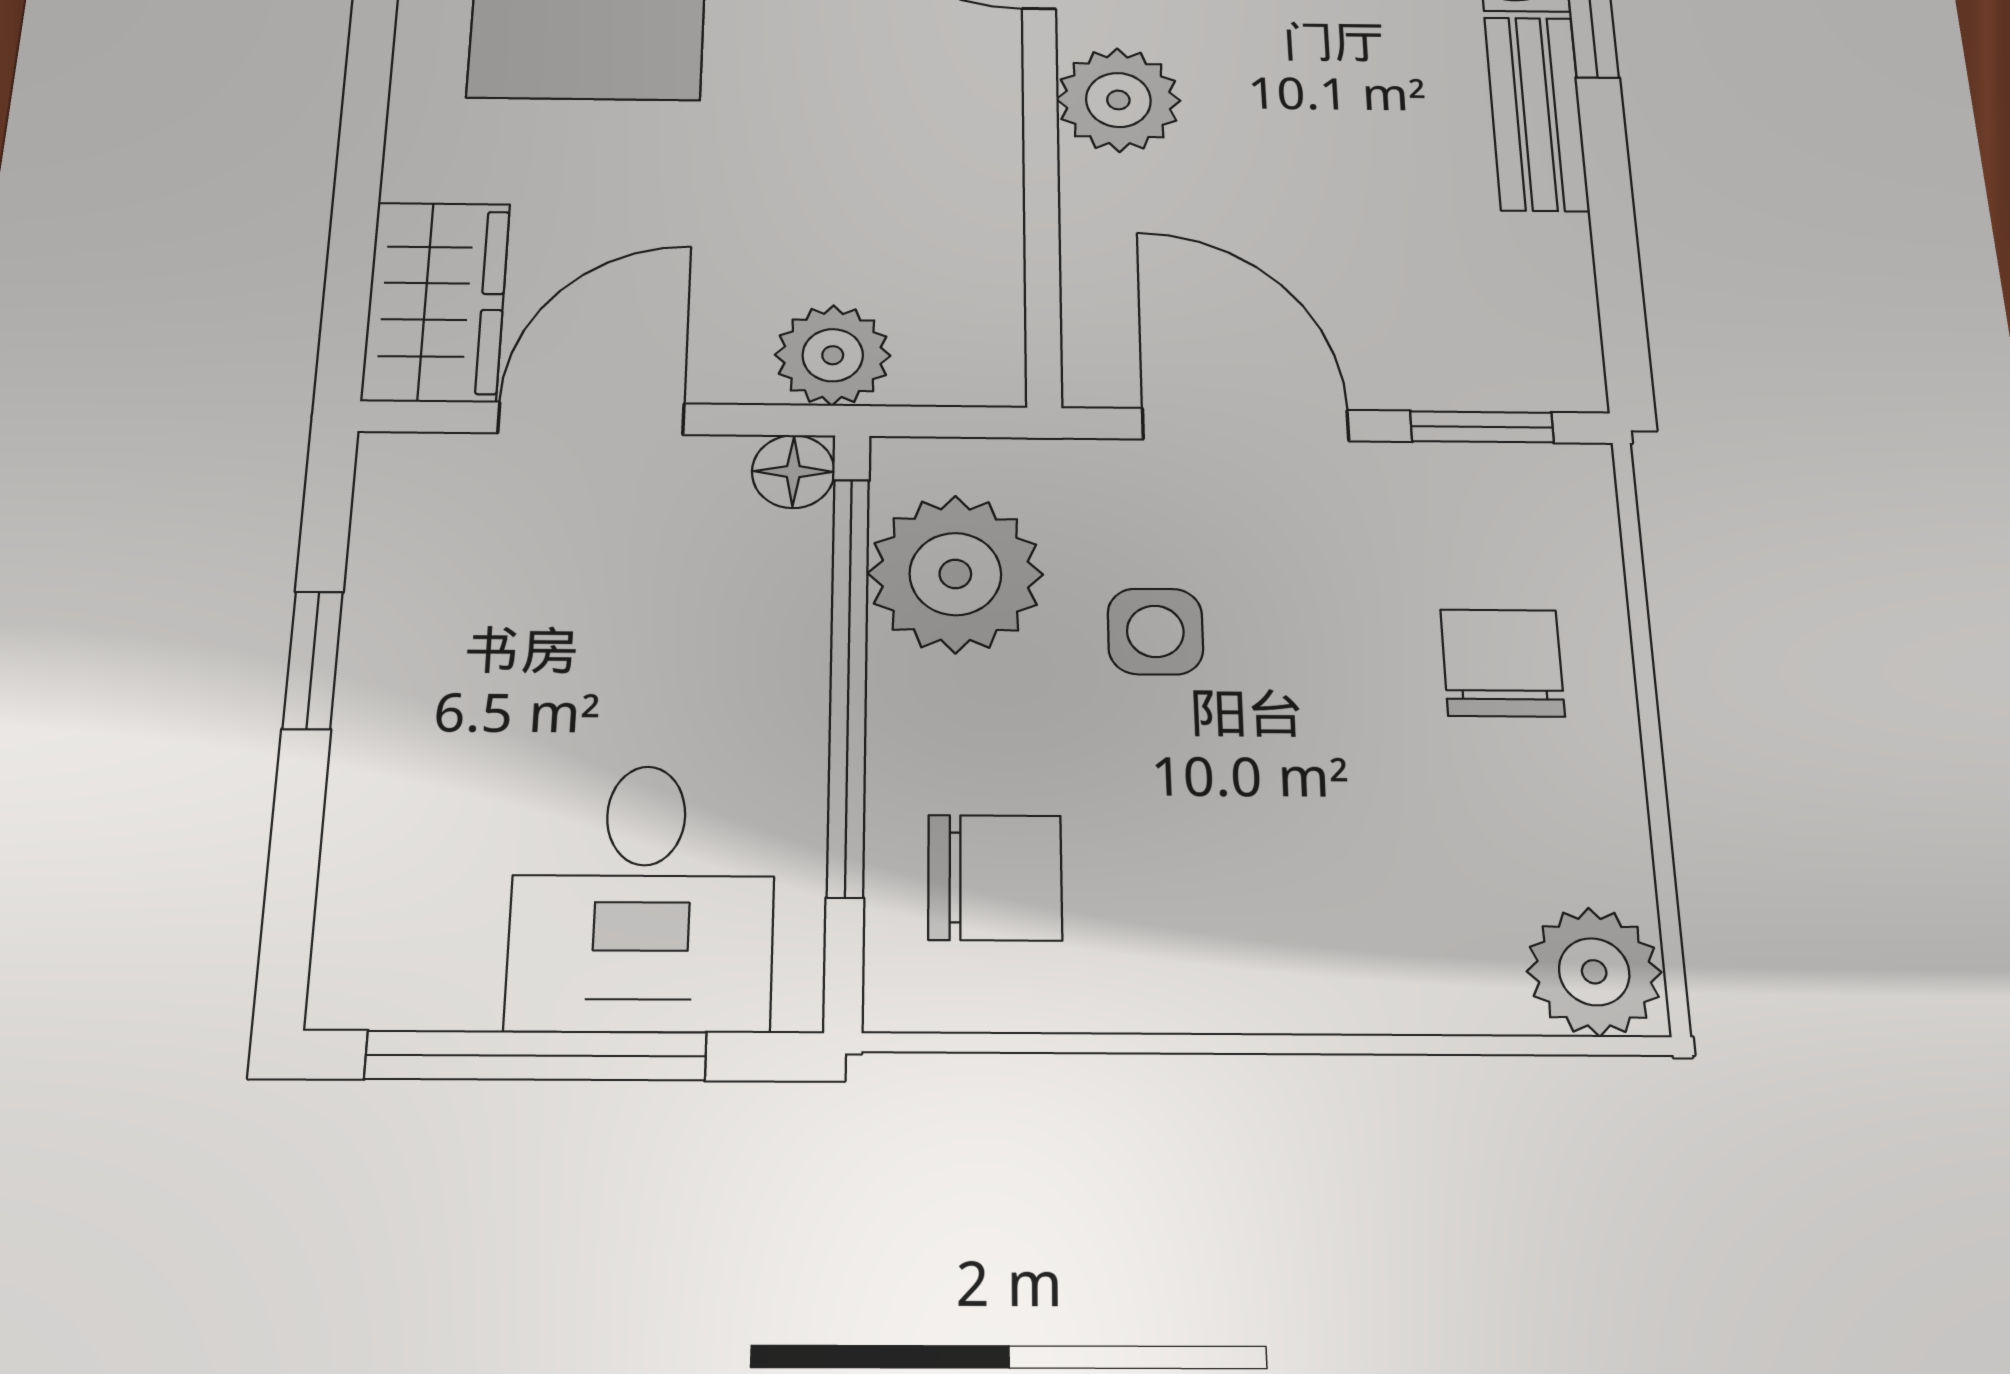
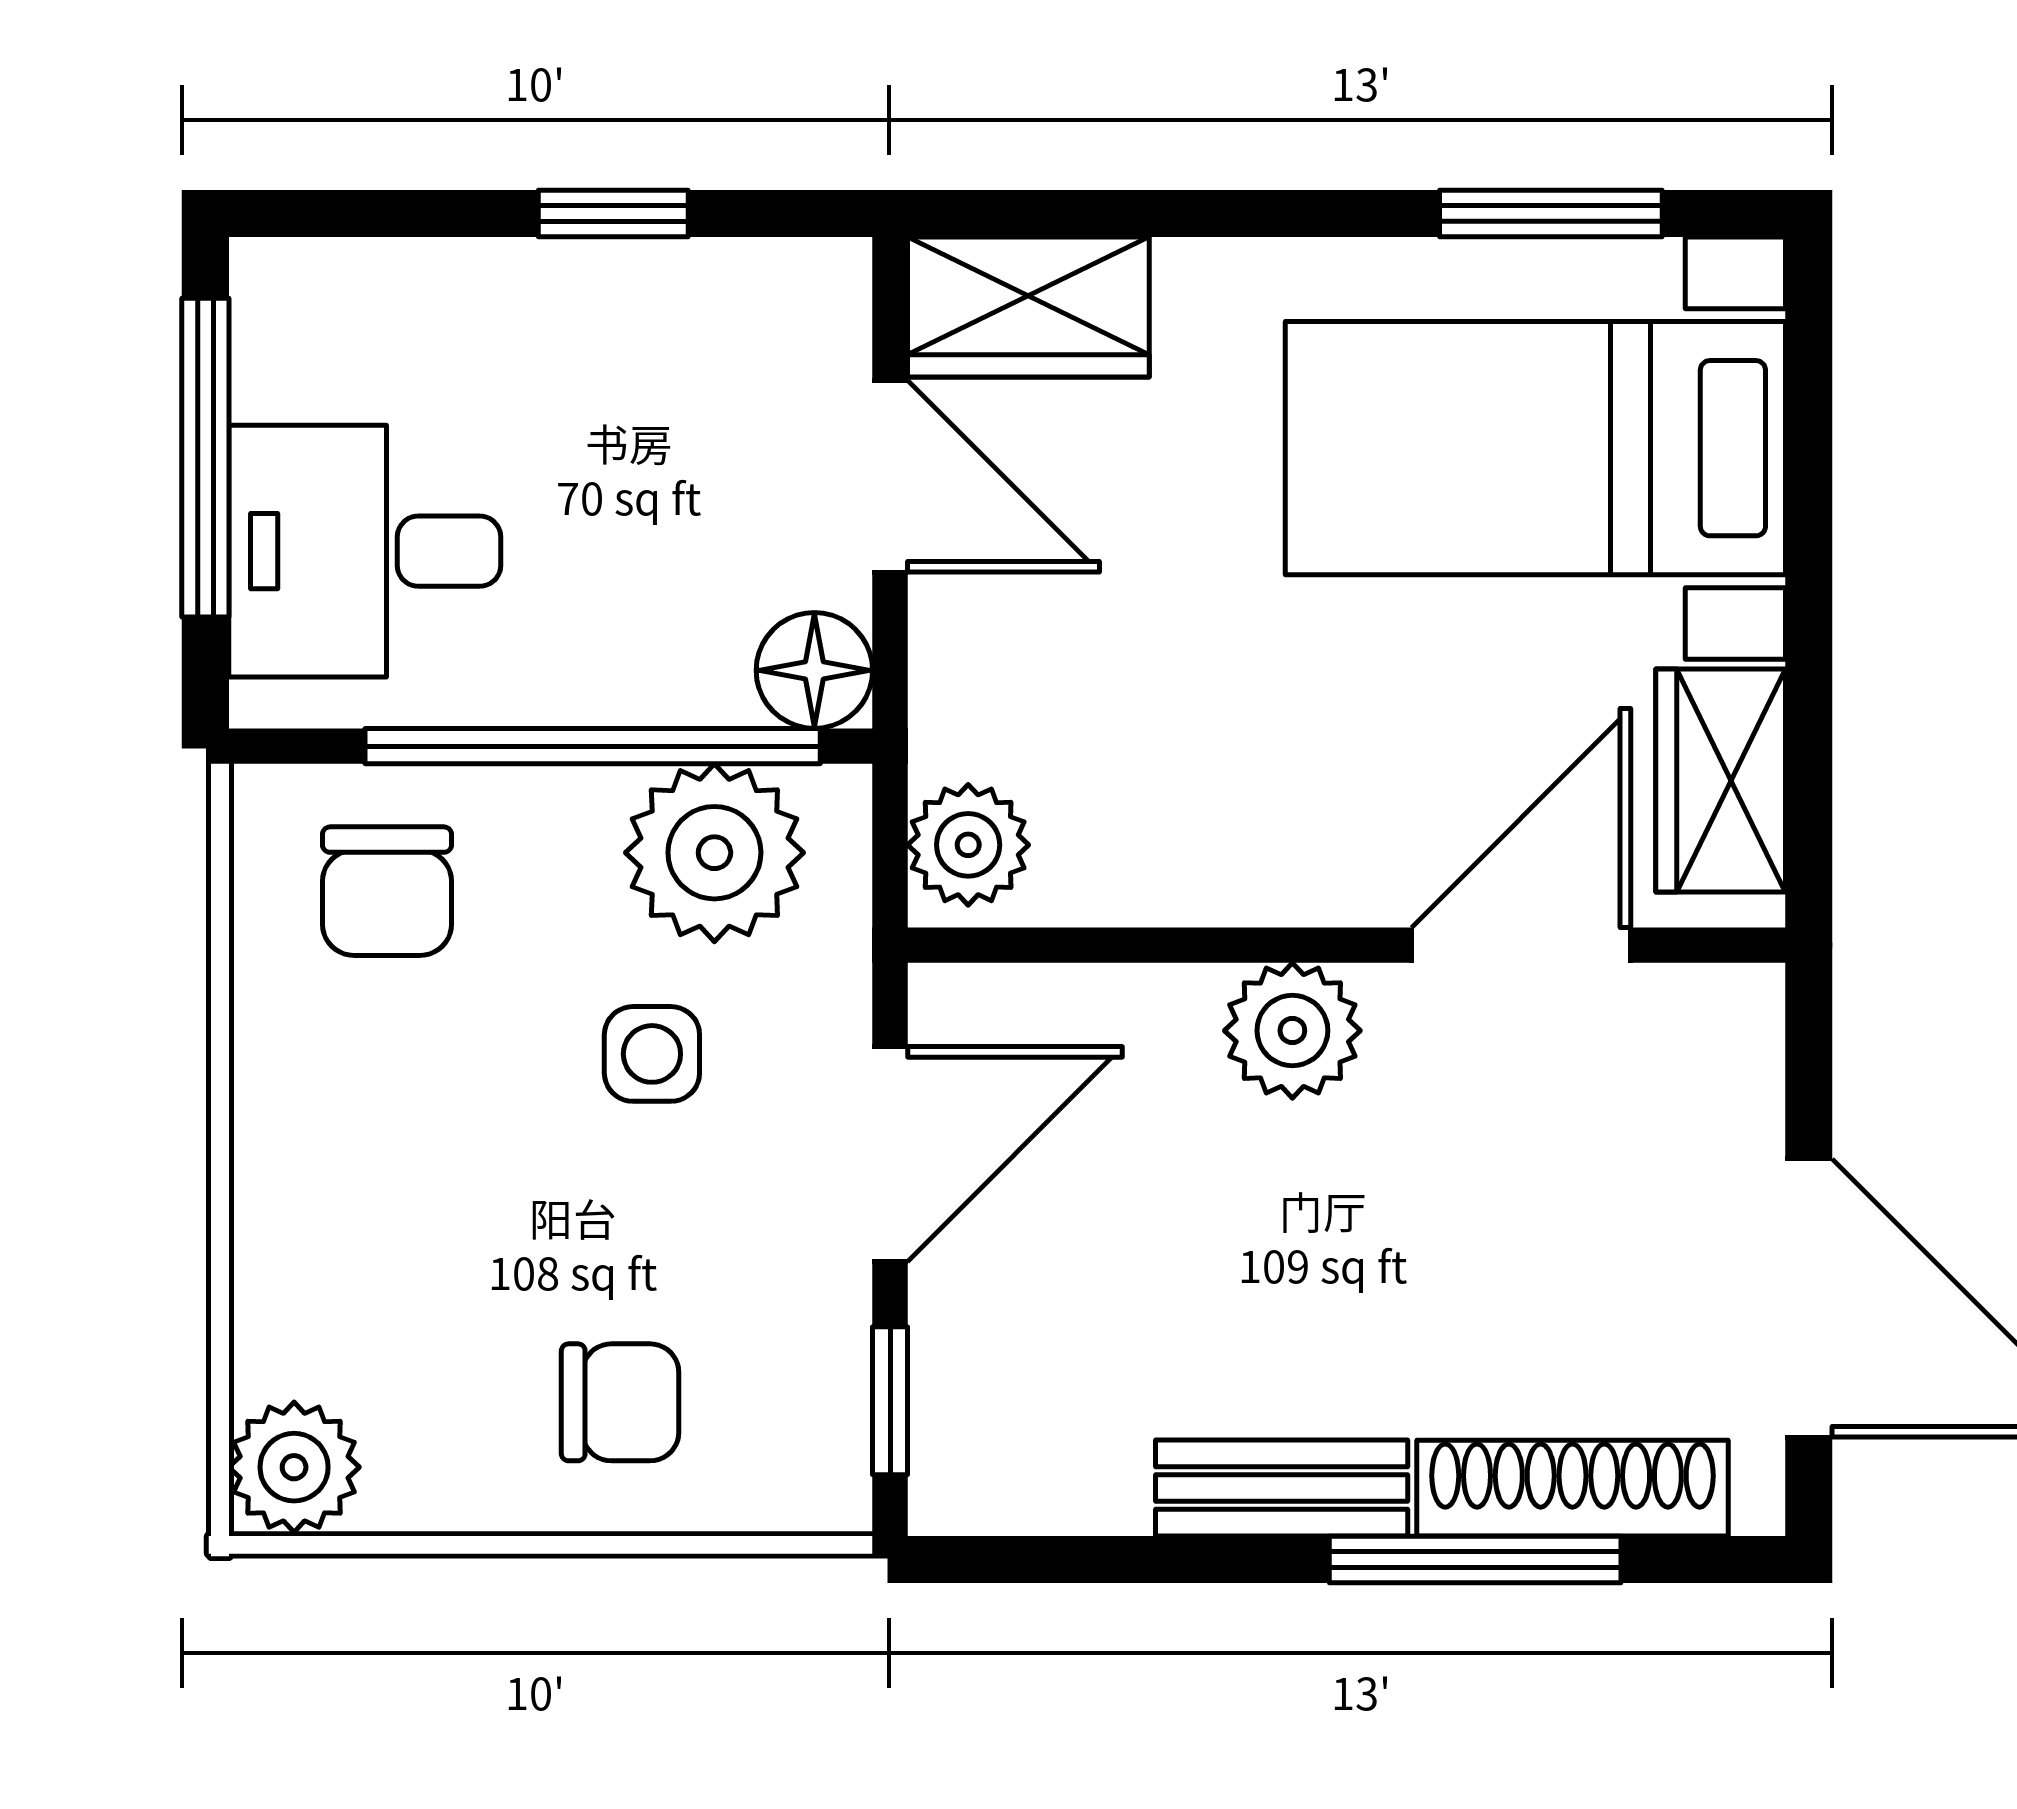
plant: (833, 355) -> (968, 845), moved
floor lamp: (793, 472) -> (814, 670), width x1.37, depth x1.37

